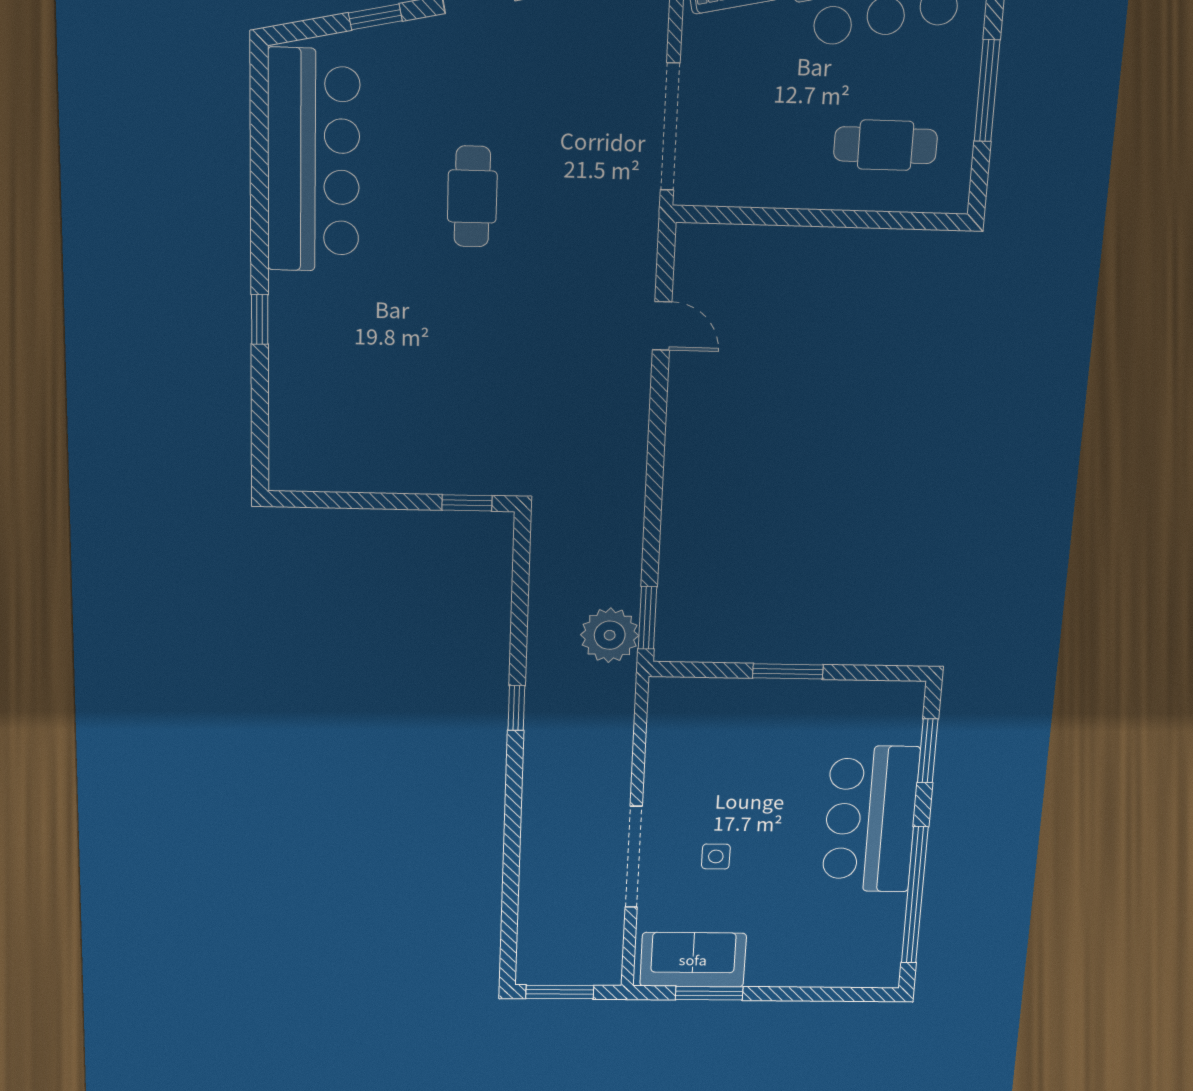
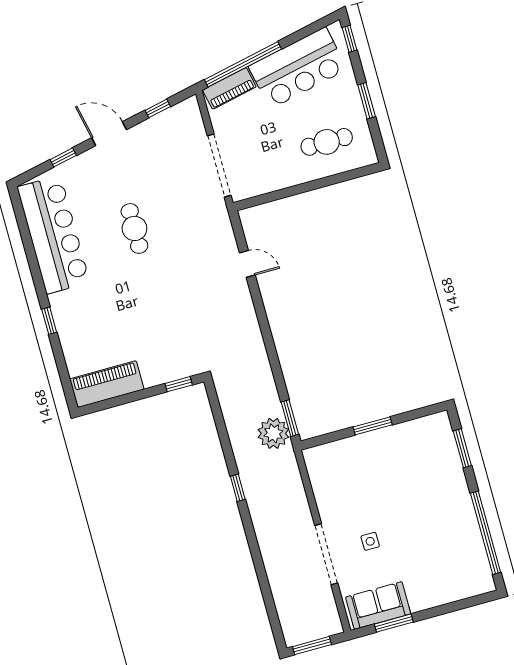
window: (987, 91) -> (367, 101), width x0.69
piano: (335, 465) -> (107, 384), added
bar counter: (870, 819) -> (446, 496), removed

